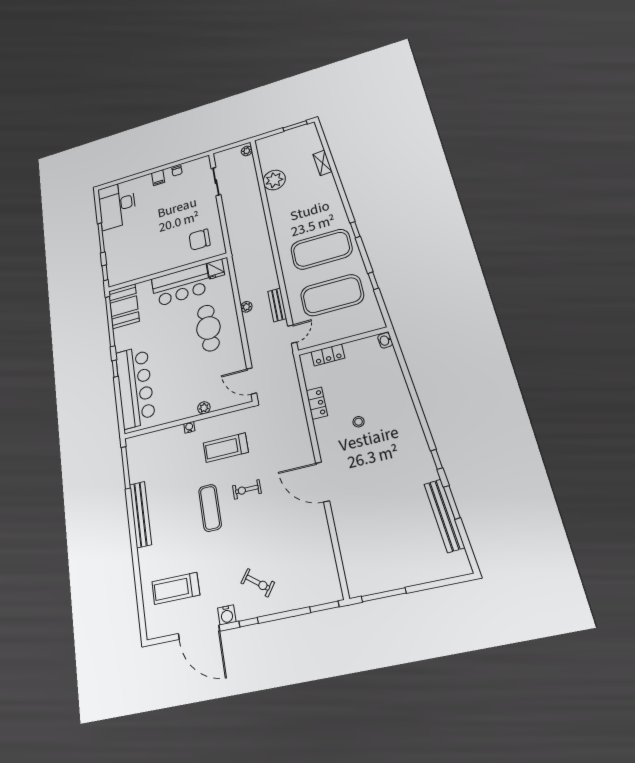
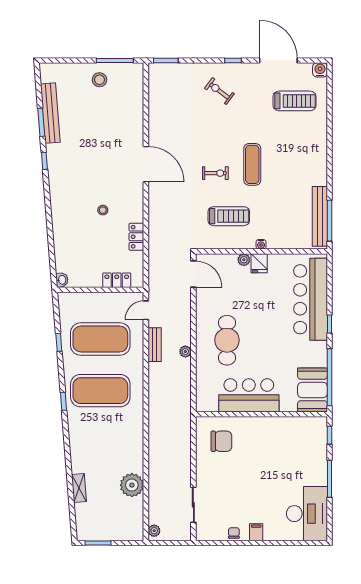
fridge: (216, 269) -> (259, 263), moved, turned 180
bench: (140, 514) -> (320, 216), moved
stool: (396, 567) -> (99, 80), added
water cooler: (227, 615) -> (320, 70), moved

